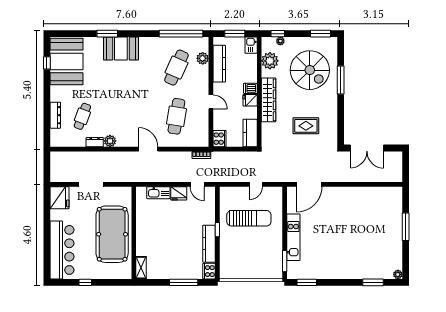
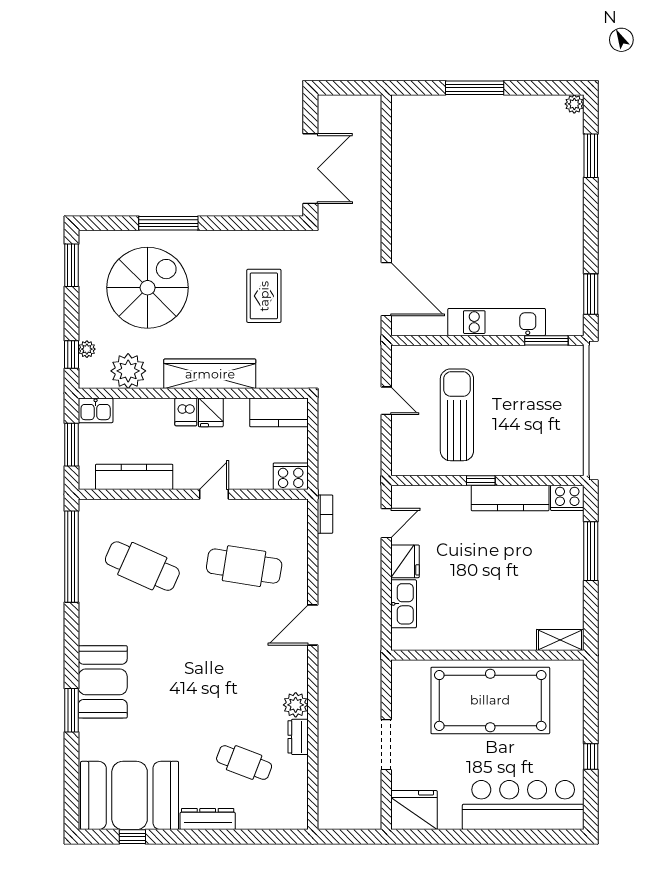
plant: (203, 58) -> (123, 511), removed
dresser: (55, 115) -> (208, 819), moved

